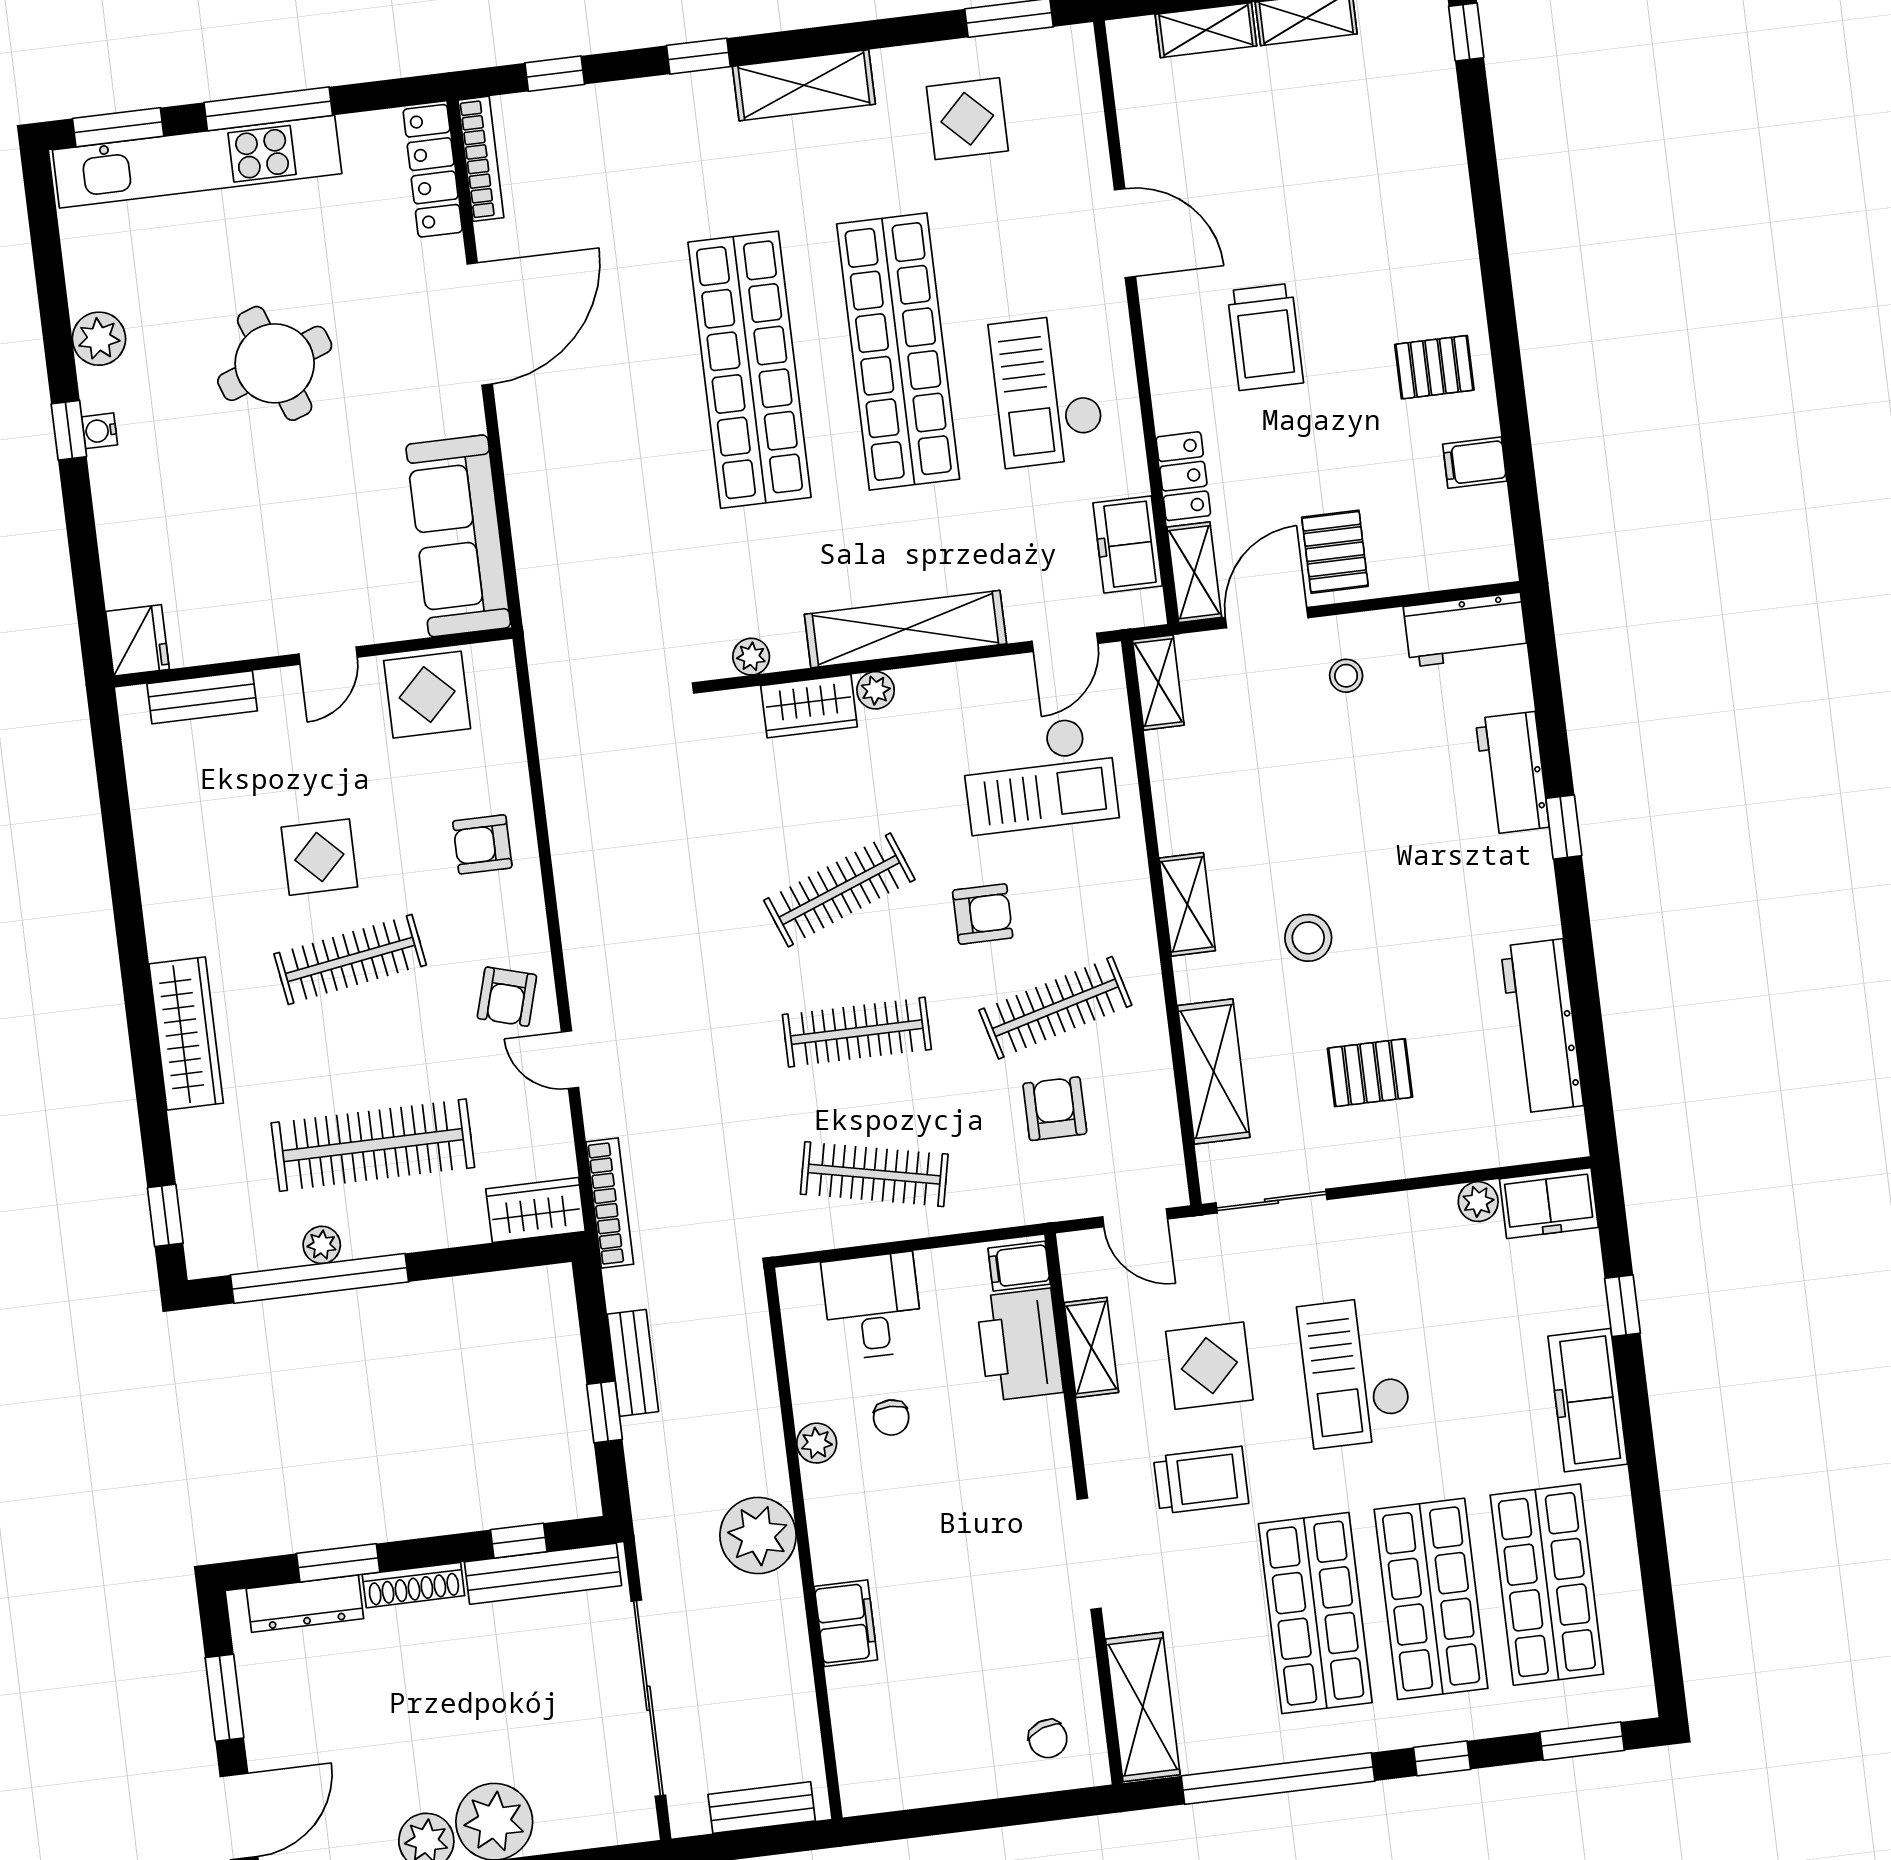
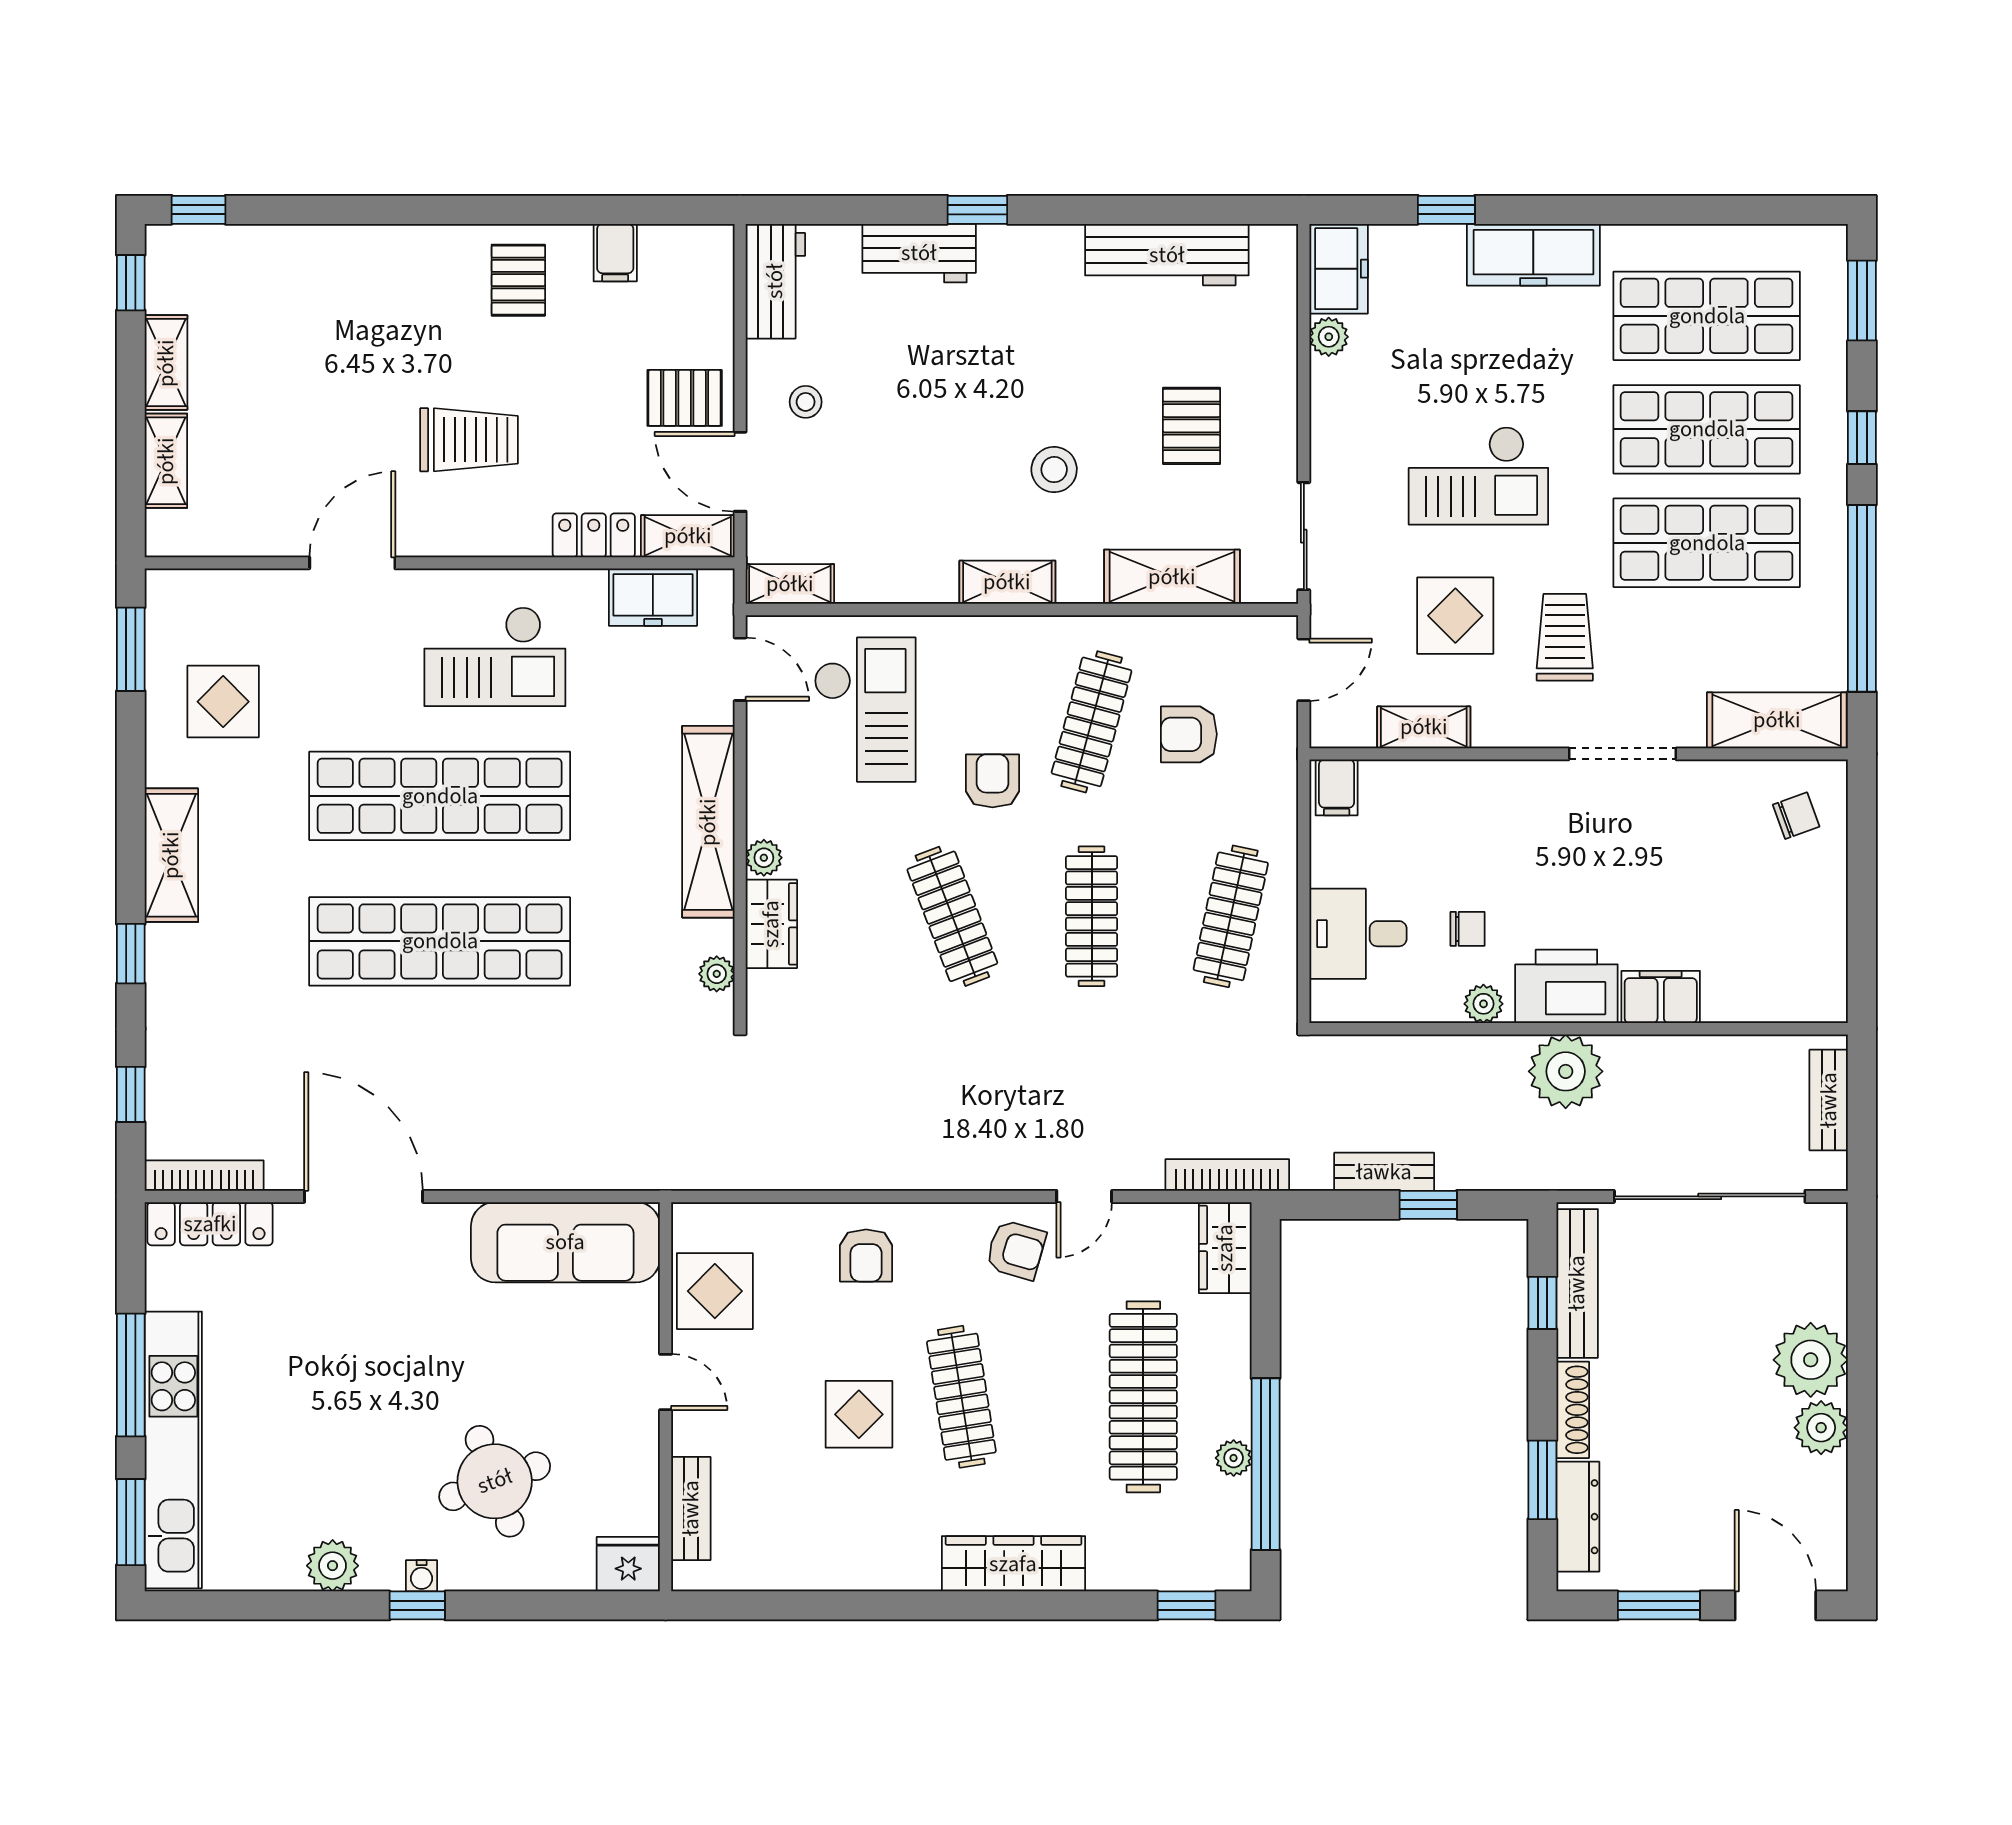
round table: (275, 363) -> (495, 1481), moved
clothes rail: (1055, 1008) -> (1092, 722), turned 30
printer: (1020, 1345) -> (1566, 986), moved, turned 180

